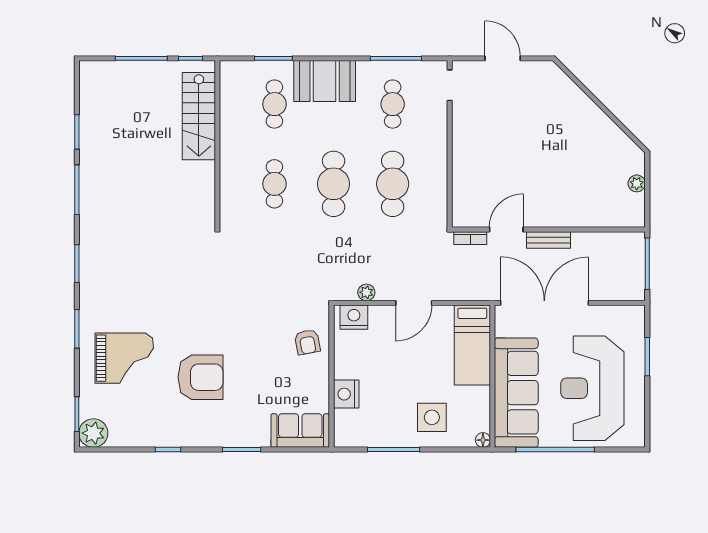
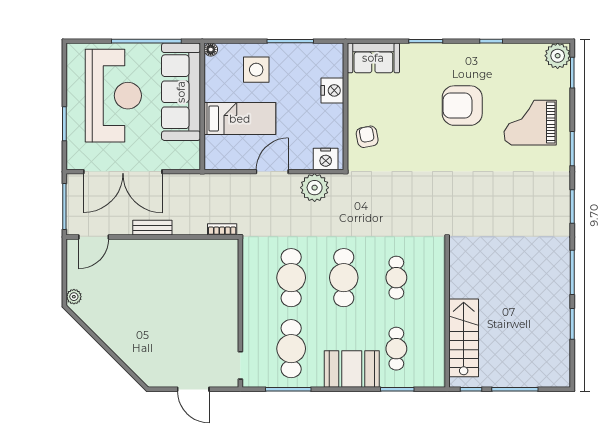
cafe table: (393, 104) -> (291, 349), width x1.37, depth x1.35
plant: (637, 183) -> (74, 297), moved
door: (506, 230) -> (94, 237), moved
plant: (366, 292) -> (315, 188), width x1.88, depth x1.88
double door: (544, 303) -> (123, 172), moved
bed: (472, 345) -> (240, 119), moved, turned 90

